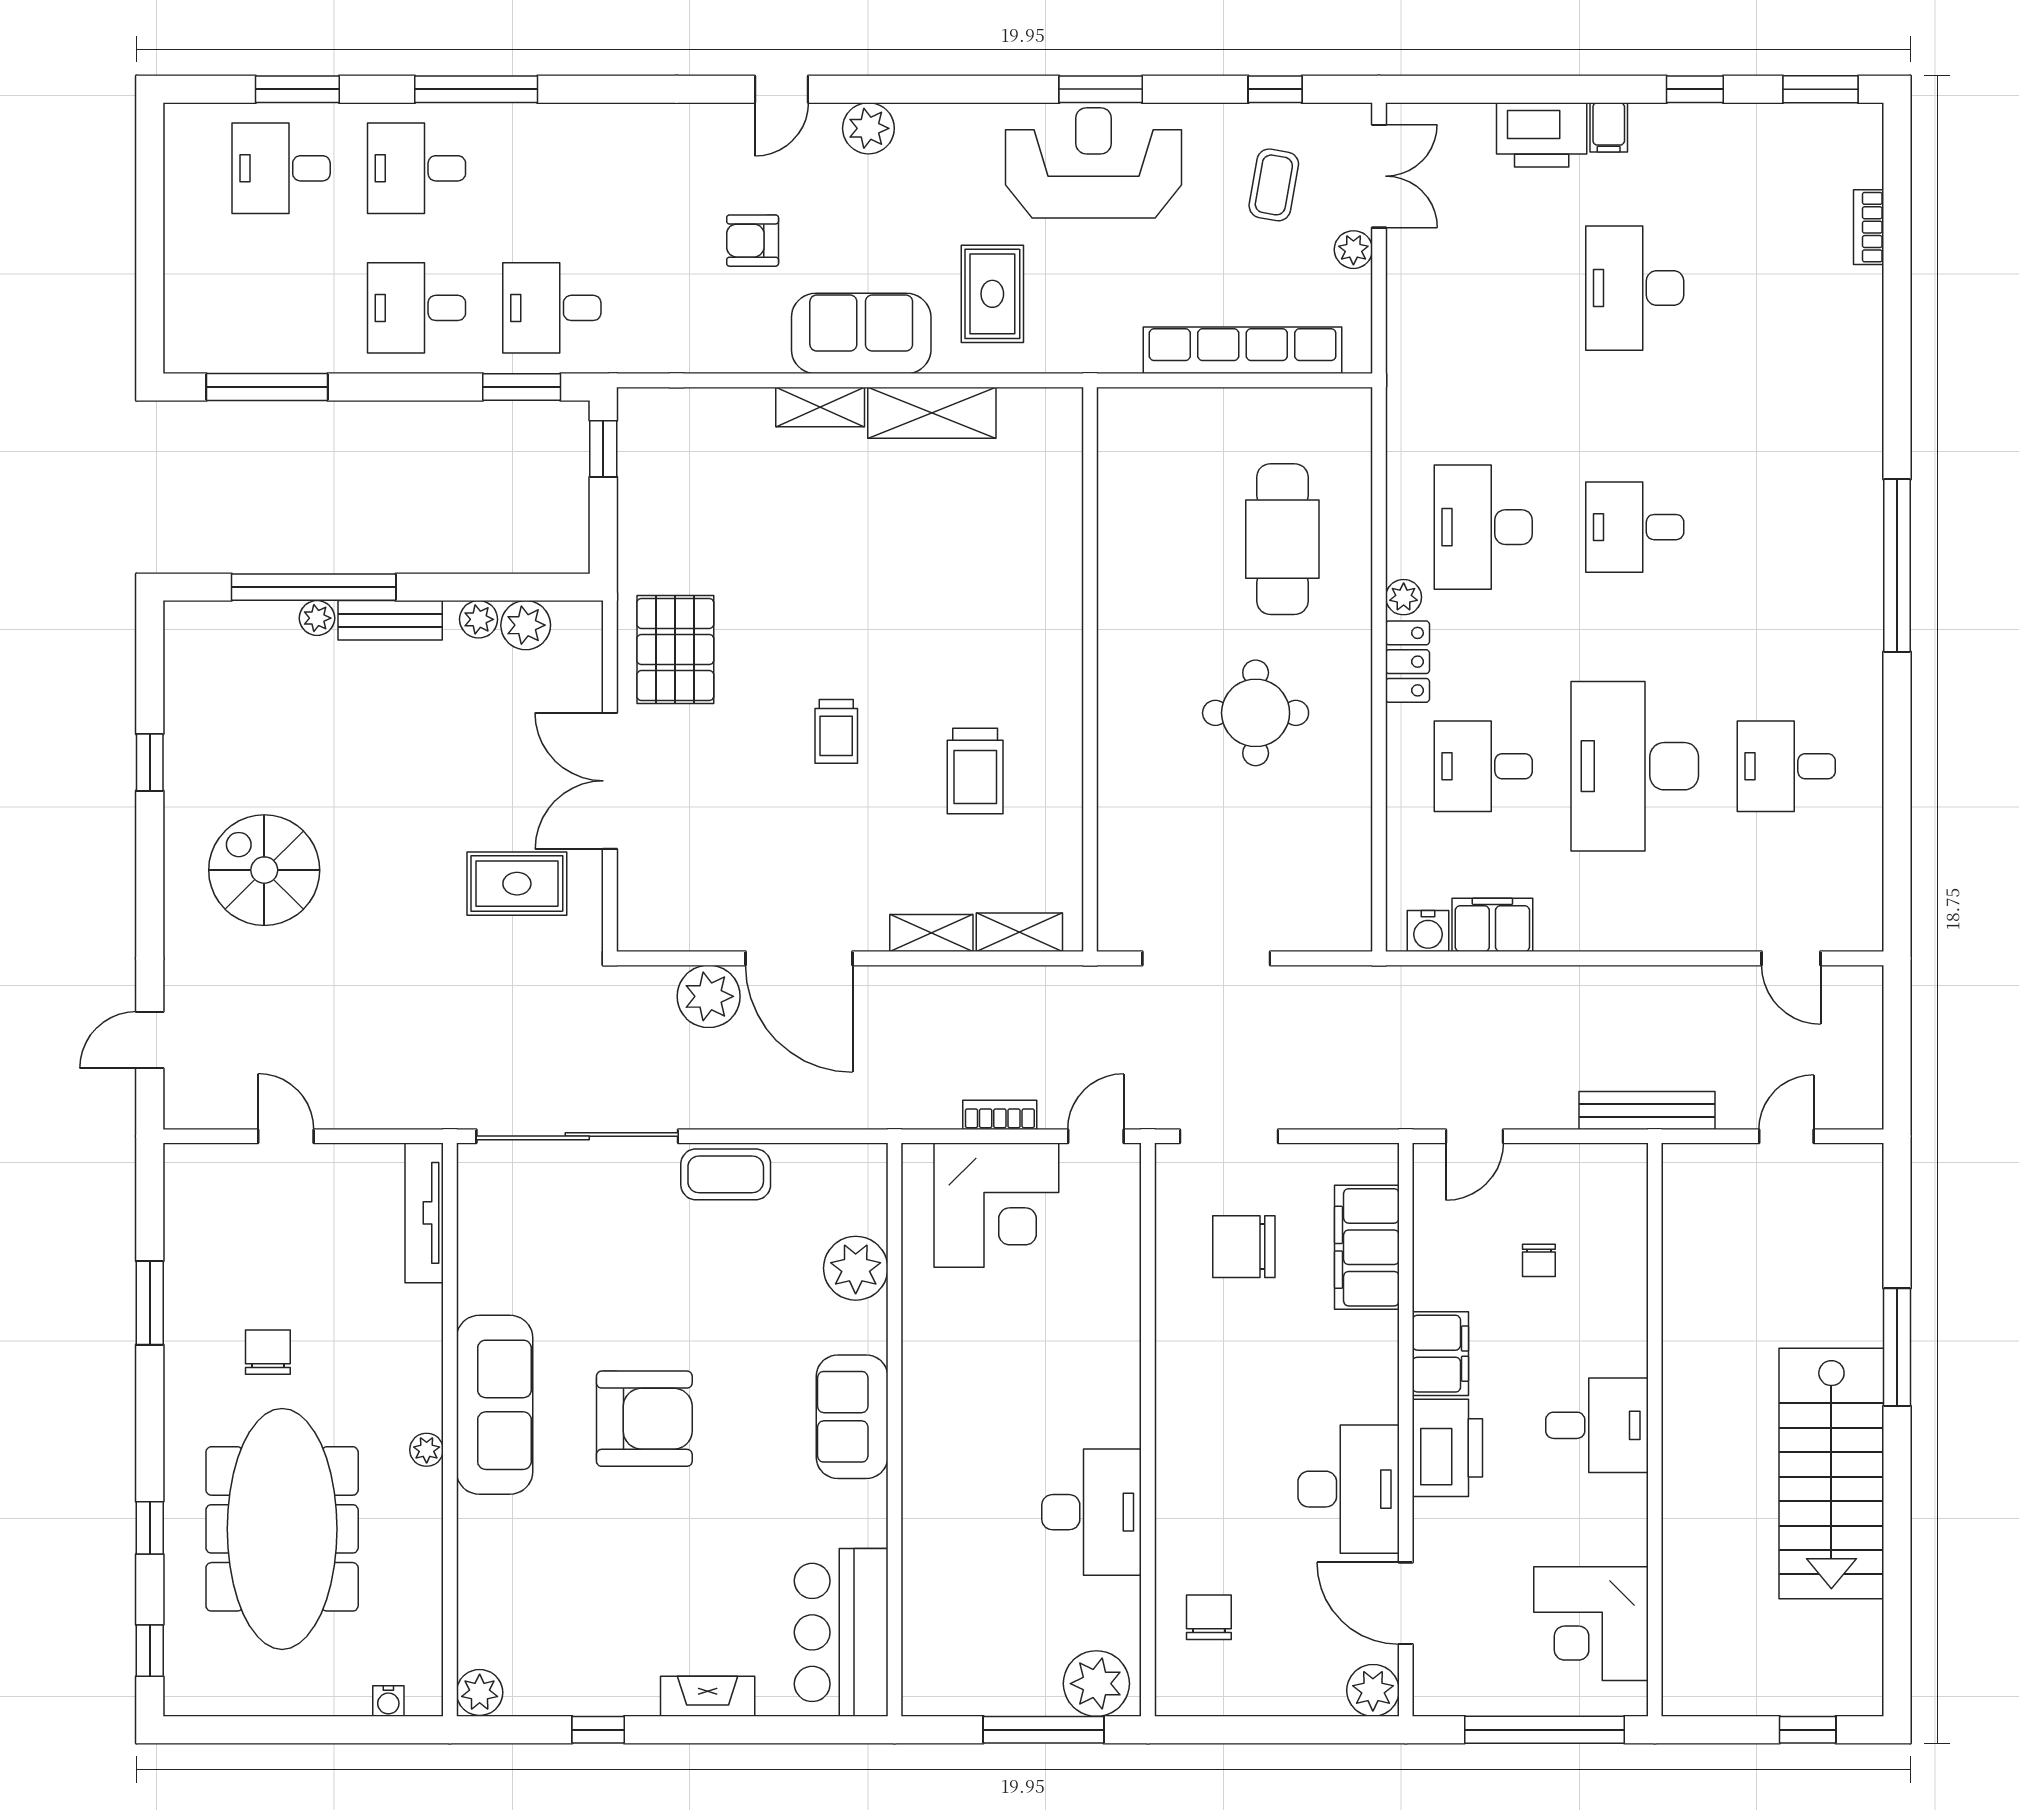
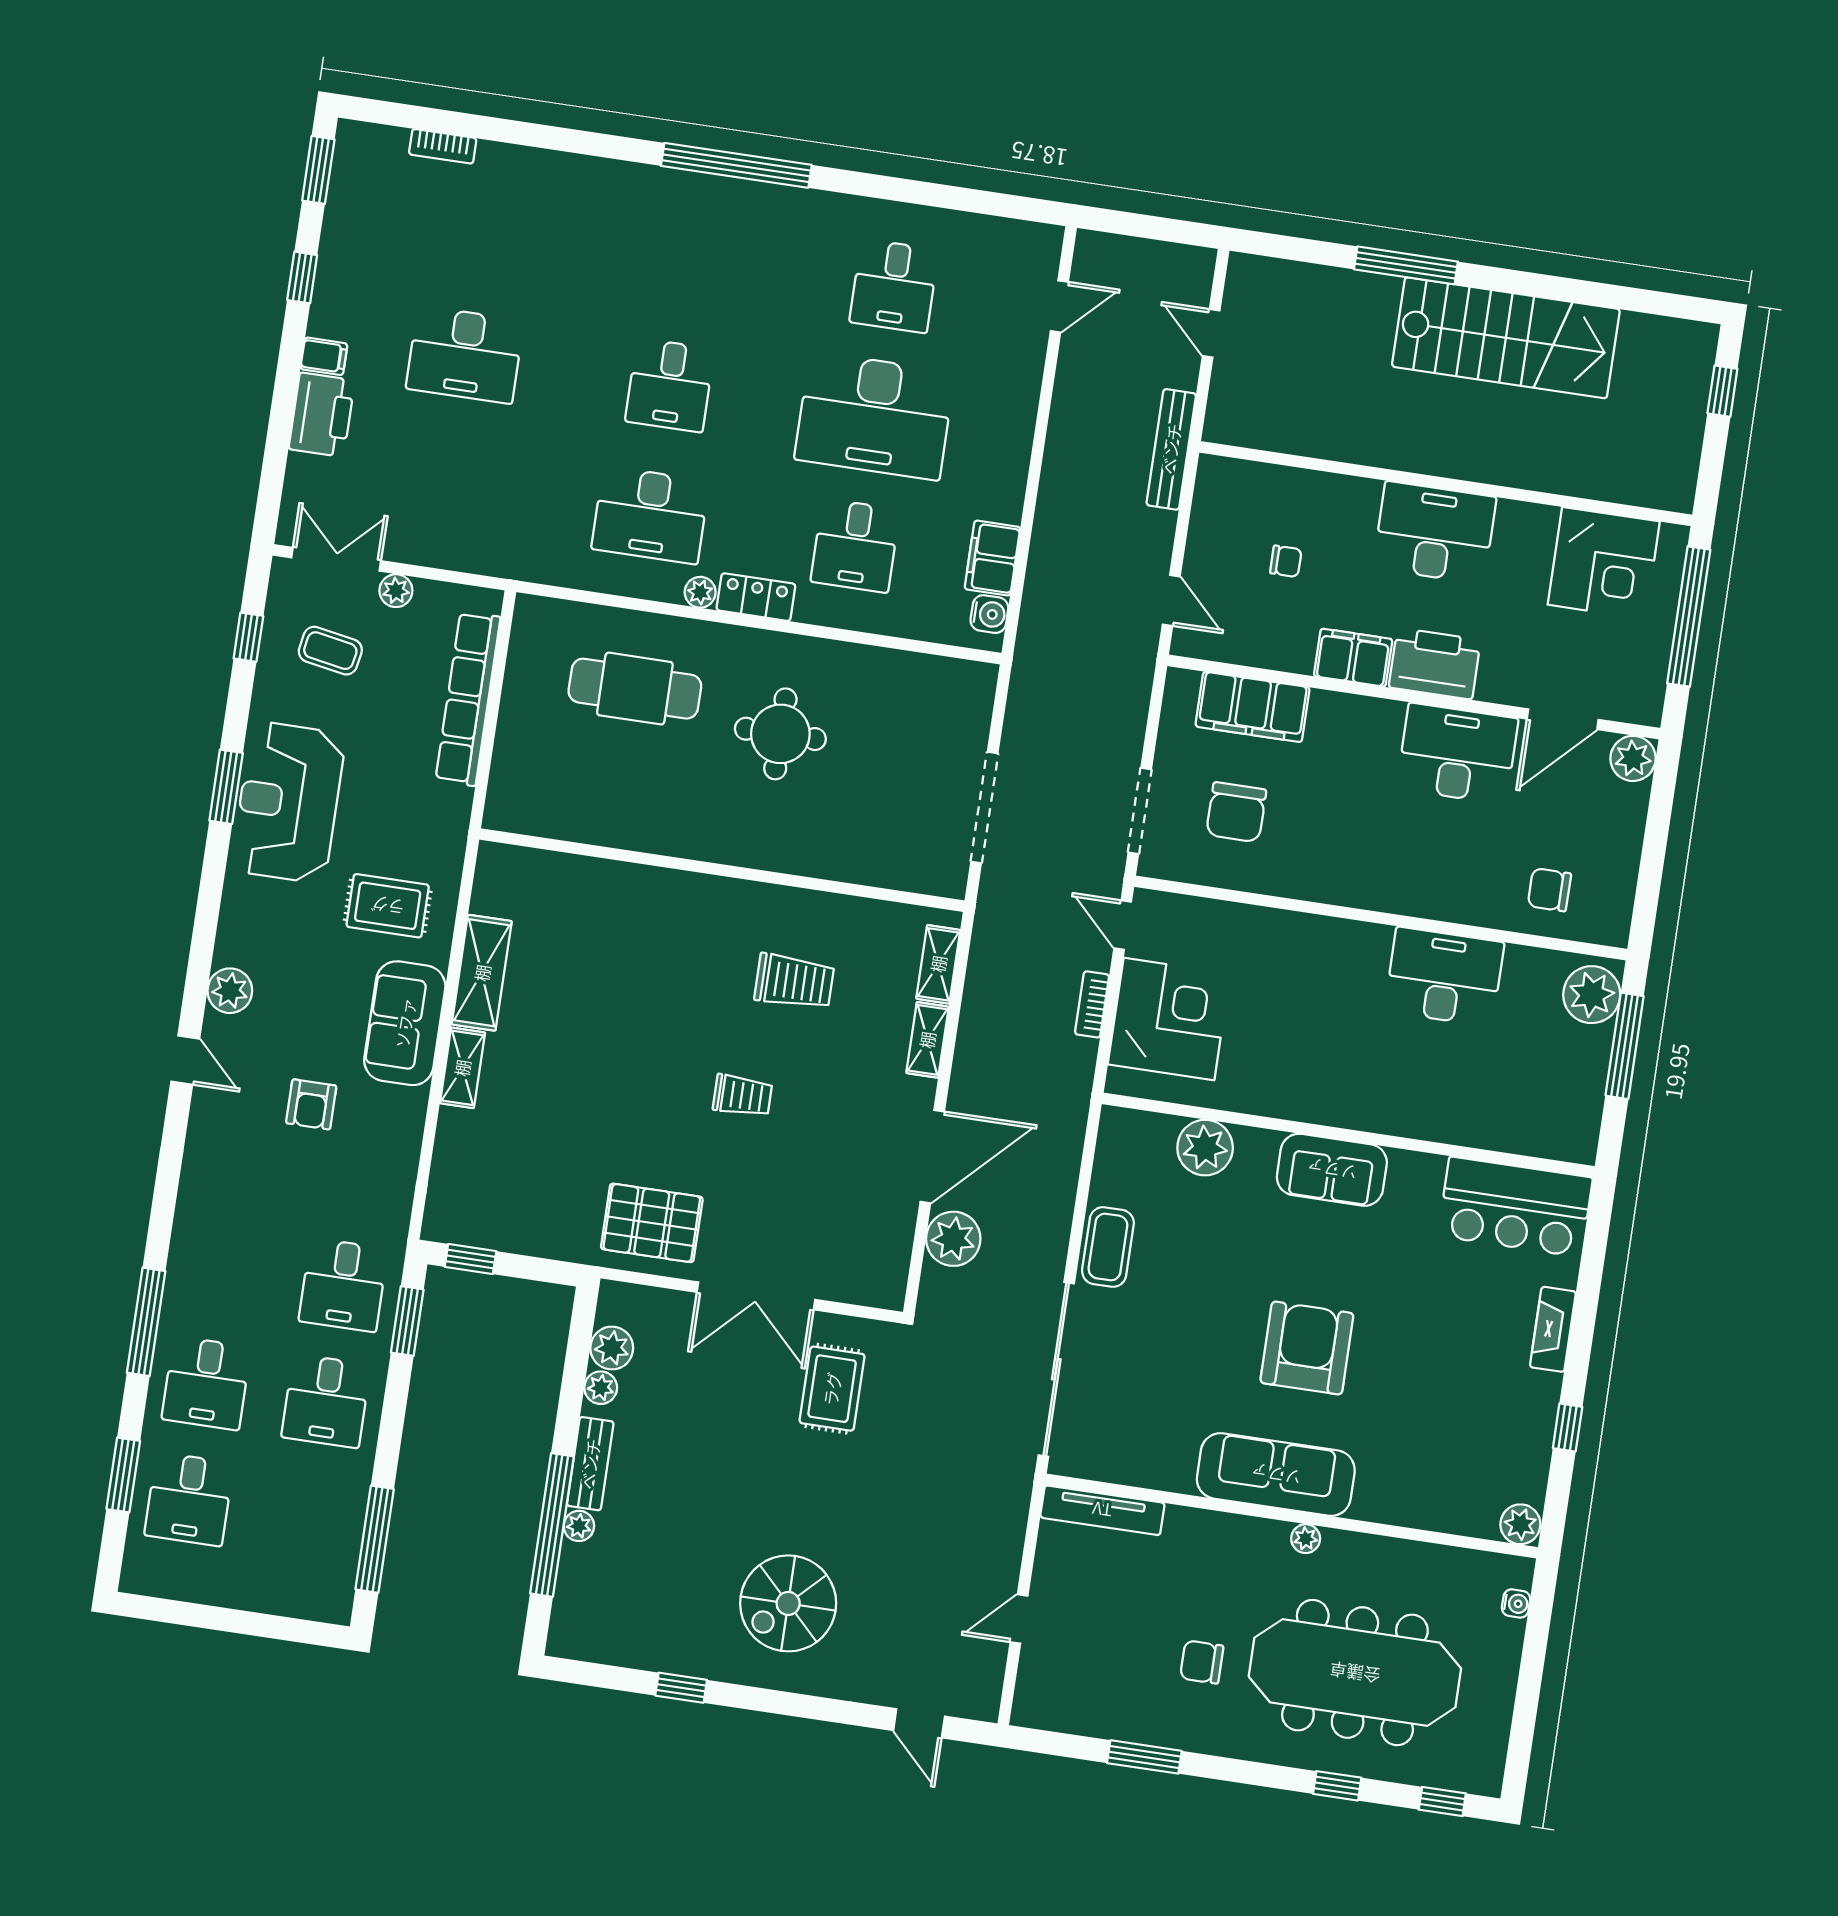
desk: (1597, 1425) -> (1435, 533), width x1.37

